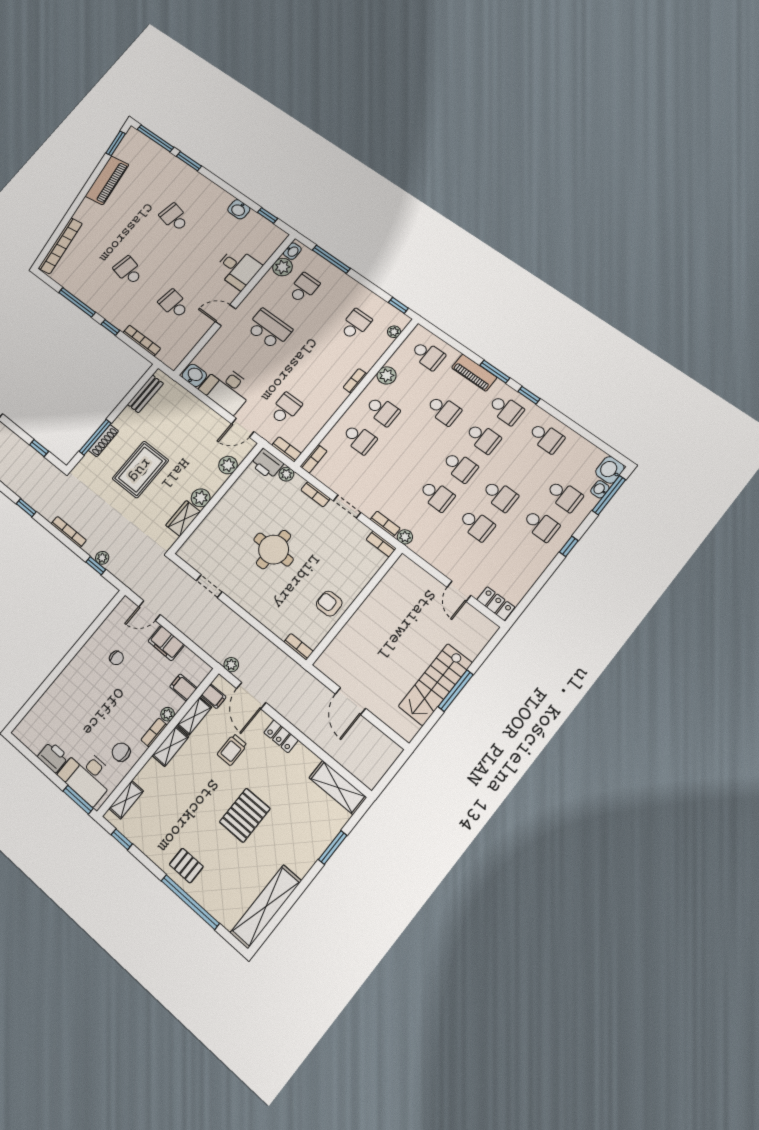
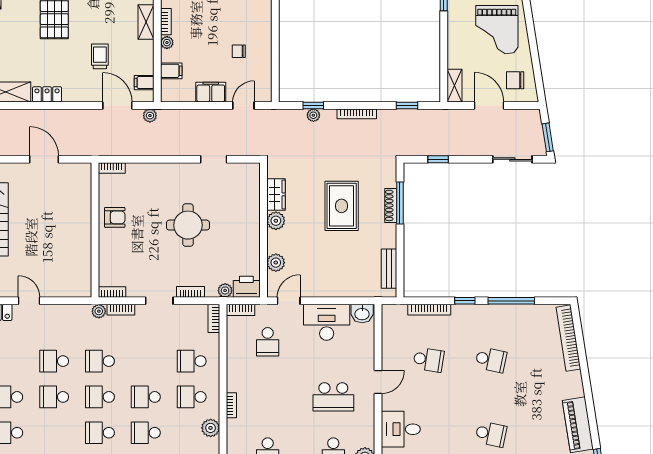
school desk: (421, 438) -> (146, 397), added
shelving: (194, 716) -> (146, 57), removed
locker: (281, 736) -> (47, 94), moved

